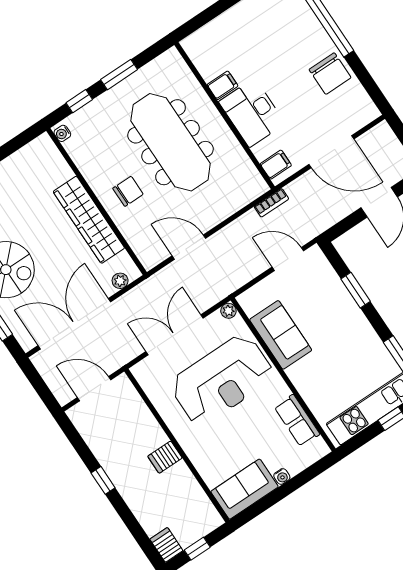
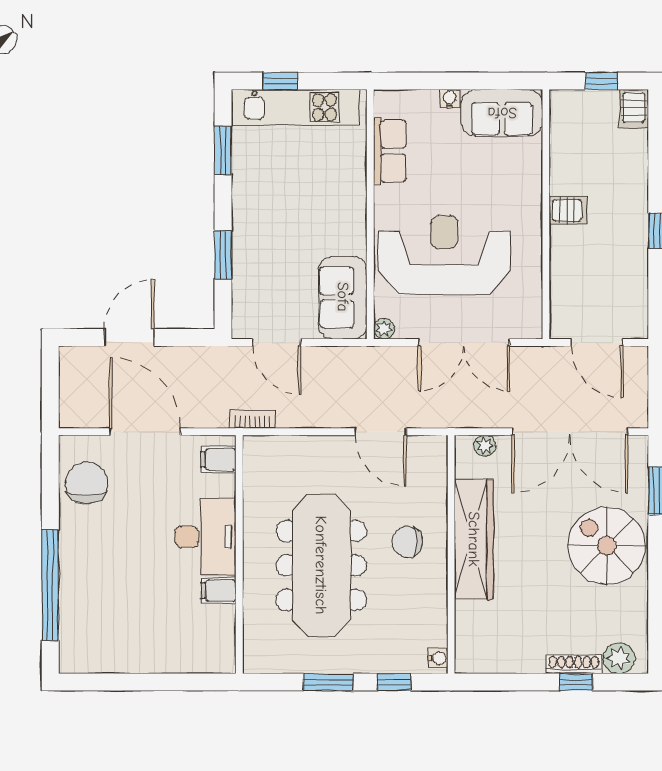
chair: (330, 74) -> (86, 483), moved
sofa: (281, 335) -> (343, 297), moved

